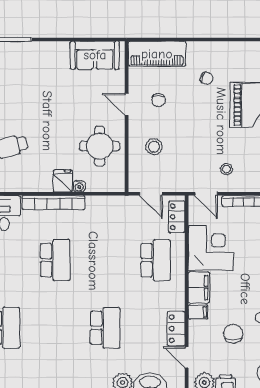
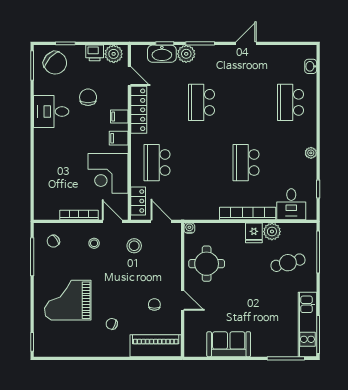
sofa: (95, 55) -> (229, 344), moved
stool: (154, 147) -> (134, 246), moved
fridge: (63, 181) -> (254, 233), moved
plant: (26, 182) -> (272, 232), added
water cooler: (79, 186) -> (189, 228), moved
filing cabinet: (199, 287) -> (119, 138), width x0.50
locker: (176, 329) -> (139, 110), width x1.53
chair: (233, 334) -> (88, 97), turned 180

